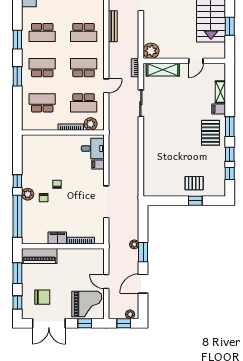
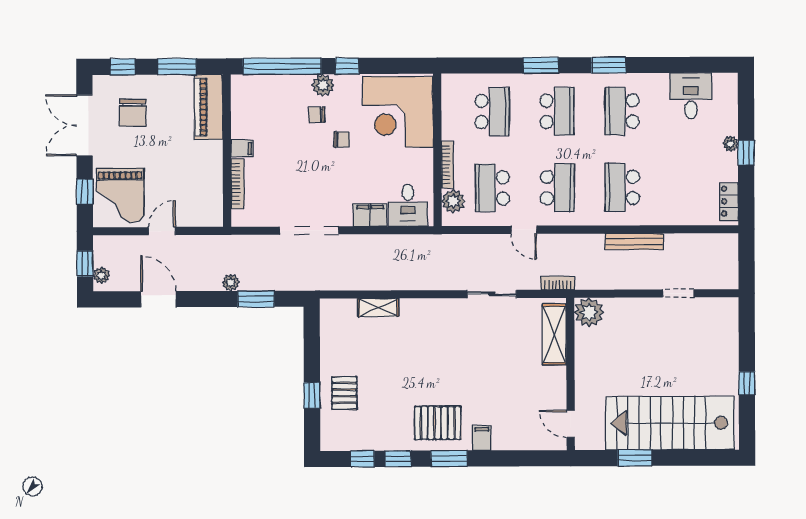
door: (196, 61) -> (571, 424), moved
shelving: (220, 92) -> (378, 308), moved
corner desk: (42, 154) -> (398, 112), added
filing cabinet: (98, 164) -> (370, 215), width x2.00
filing cabinet: (57, 238) -> (242, 149), width x0.50
window: (143, 252) -> (256, 299), moved

